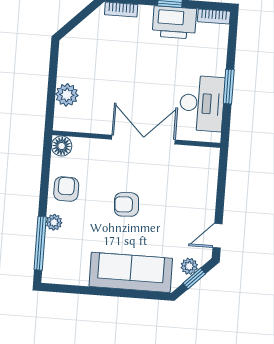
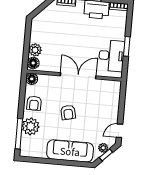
floor lamp: (64, 118) -> (33, 63), added
armchair: (66, 189) -> (34, 103), turned 180
armchair: (127, 204) -> (68, 112), turned -100
plant: (54, 222) -> (31, 126), width x1.88, depth x1.88

